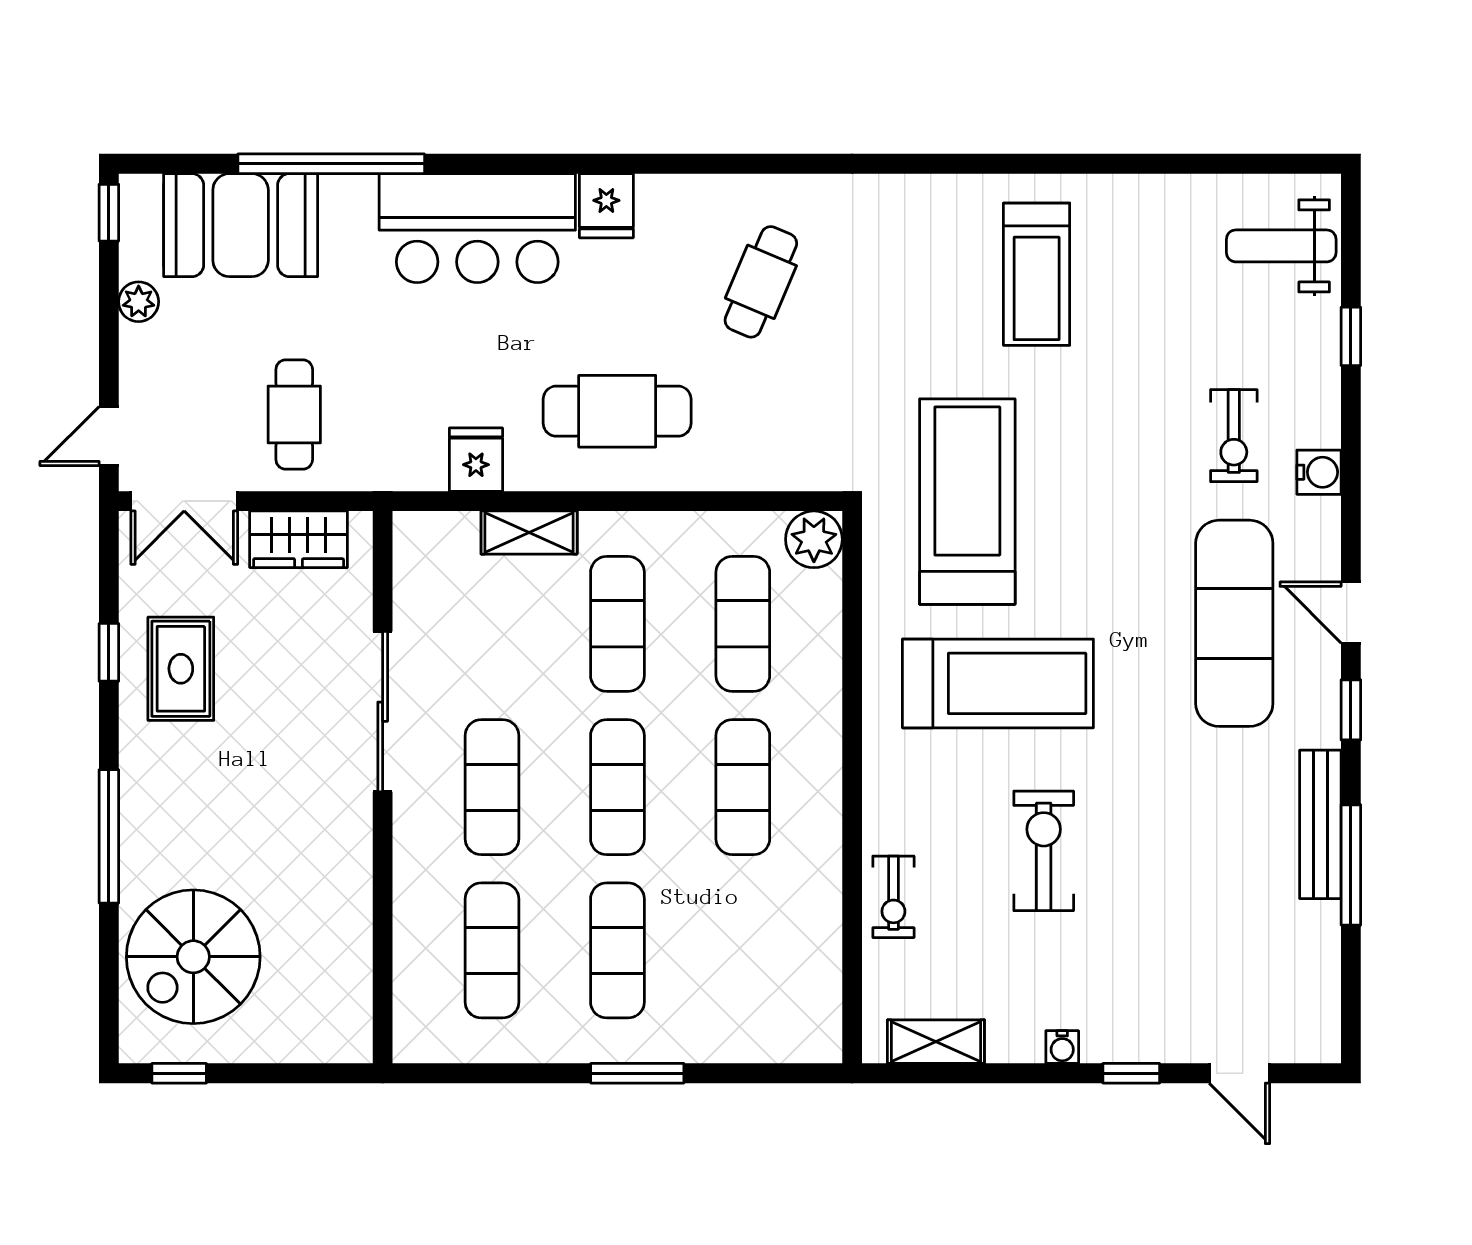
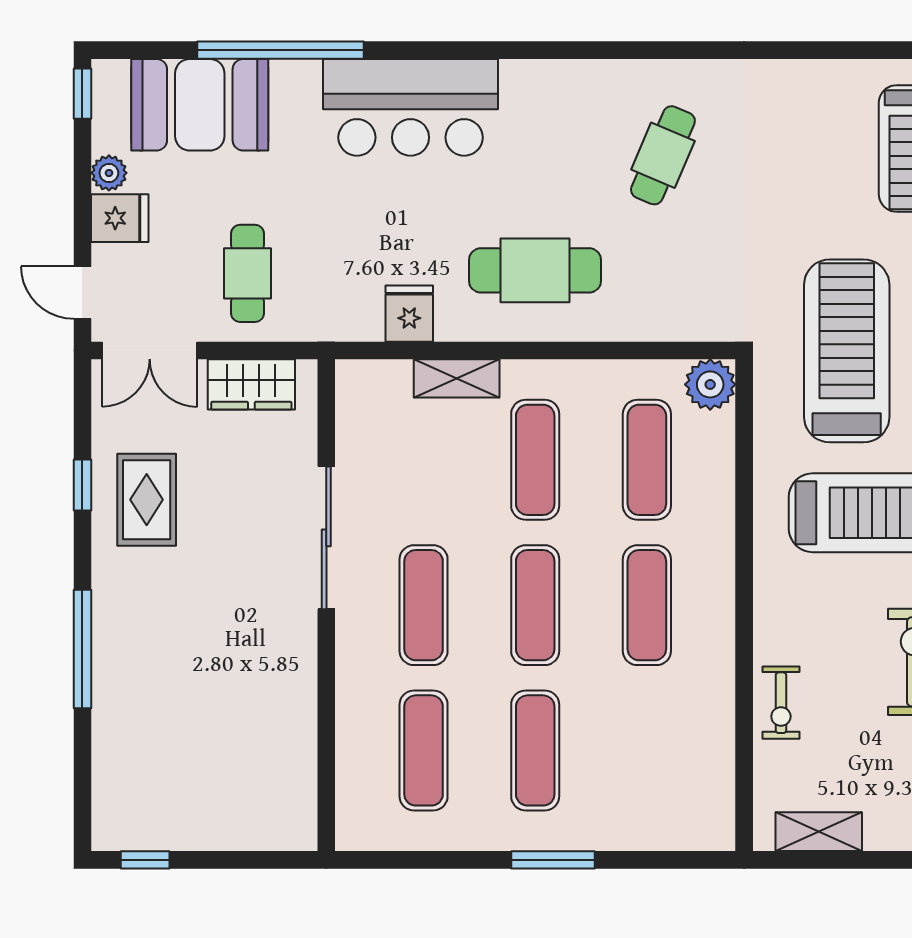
fridge: (606, 206) -> (120, 218), moved, turned -90
door: (109, 436) -> (82, 293), hinge flipped
spiral stairs: (193, 957) -> (158, 756), removed

